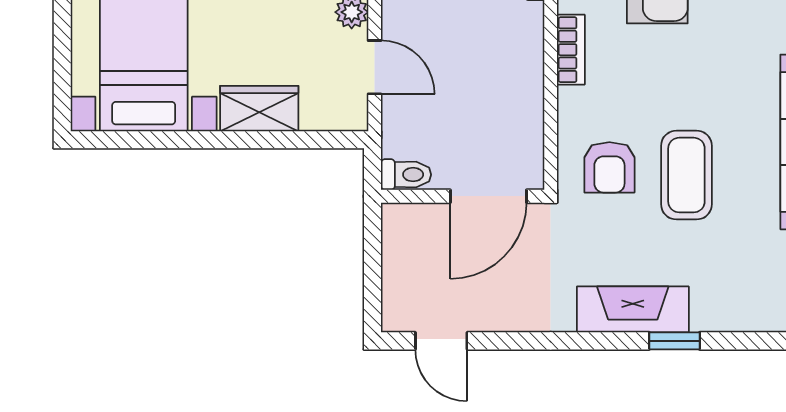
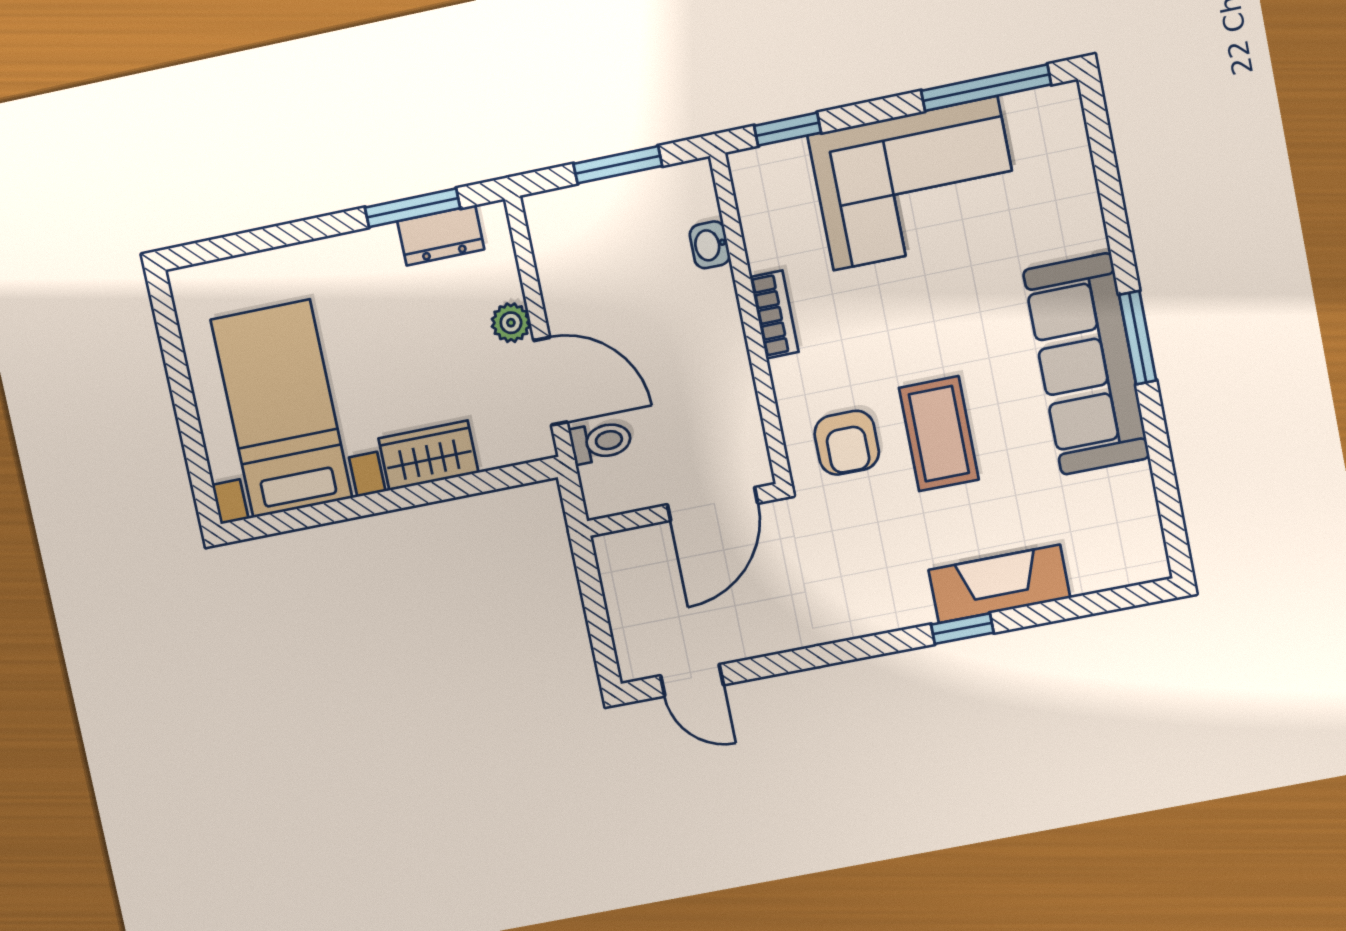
door: (375, 67) -> (551, 381), width x1.38
toilet: (406, 175) -> (601, 442), moved
fireplace: (633, 309) -> (999, 584), moved

